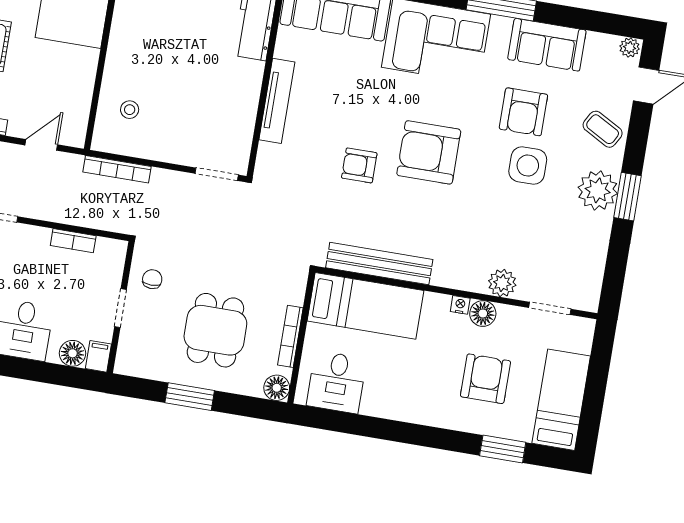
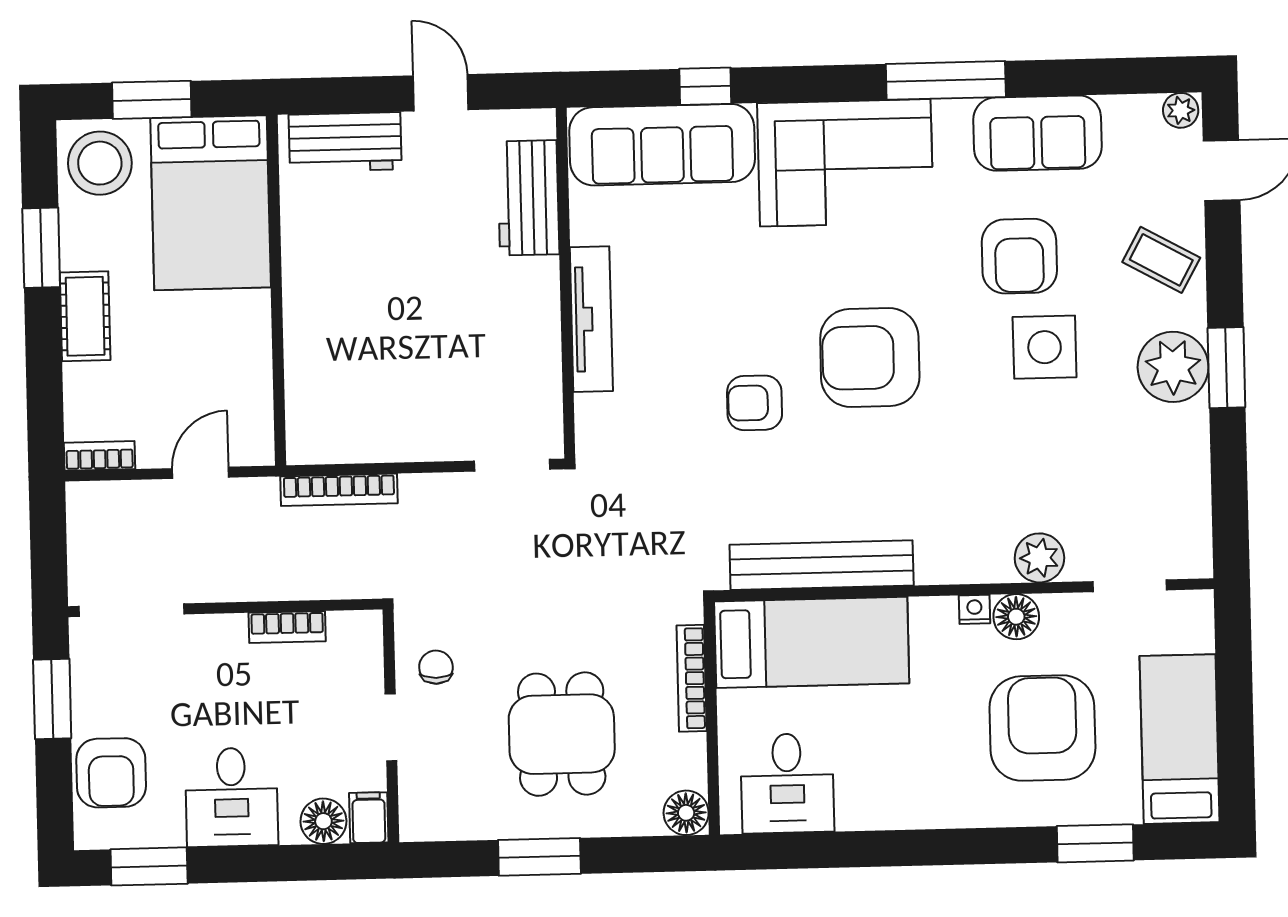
stool: (130, 110) -> (341, 383), removed
bookcase: (290, 336) -> (692, 678), moved
armchair: (485, 379) -> (1042, 728), width x1.36, depth x1.36

